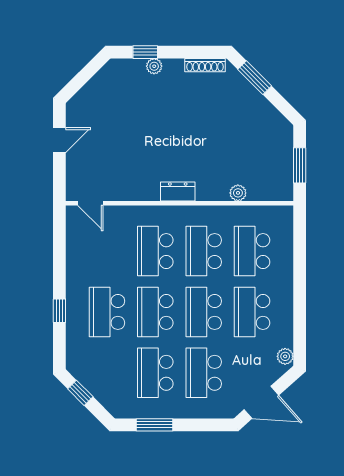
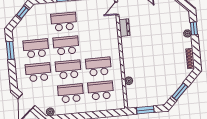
window: (255, 78) -> (180, 92), moved
dresser: (178, 192) -> (124, 28), moved
school desk: (155, 251) -> (96, 43), removed

